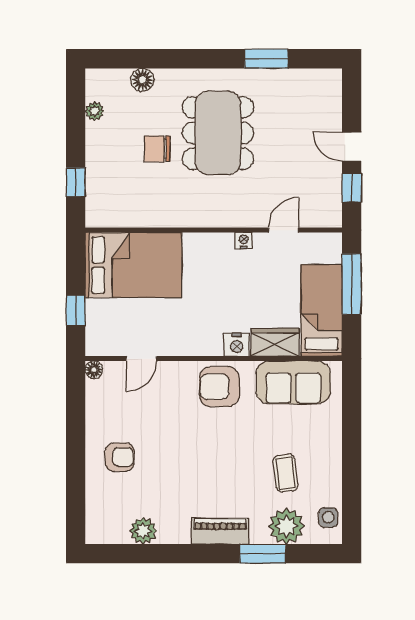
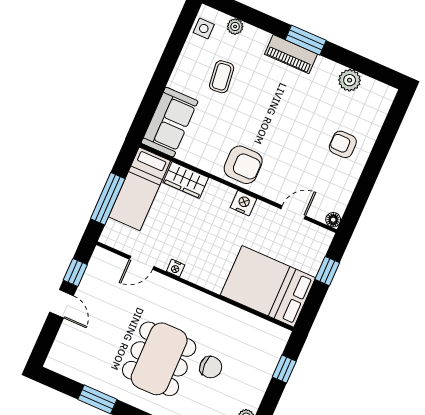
nightstand: (237, 345) -> (244, 203), moved
sofa: (293, 382) -> (169, 122), moved, turned 90
plant: (286, 526) -> (235, 27), width x0.53, depth x0.53
window: (263, 554) -> (306, 40), moved

